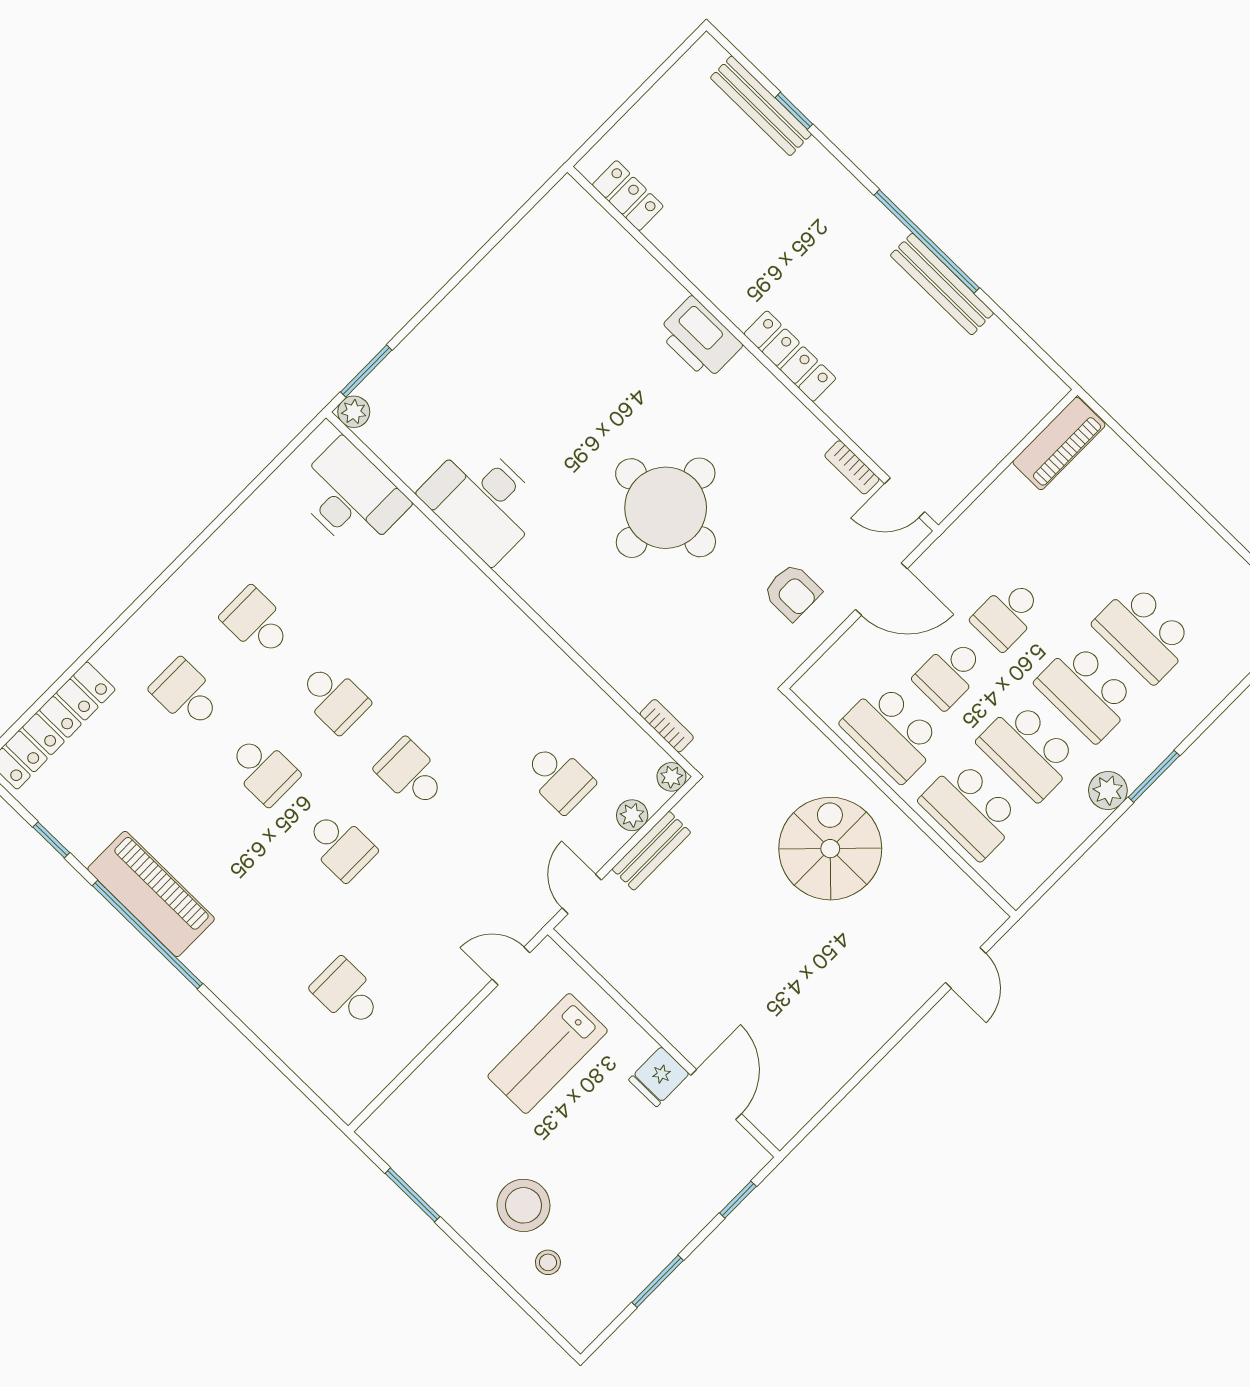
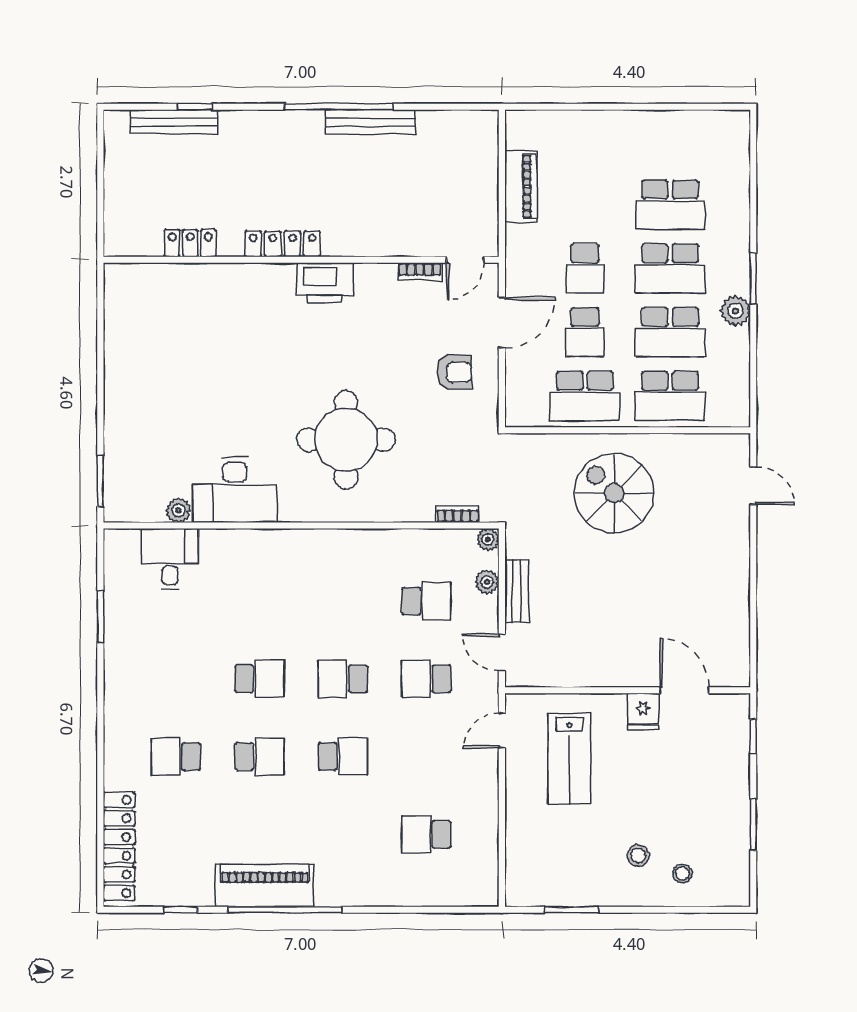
locker: (628, 196) -> (190, 243), moved
printer: (700, 338) -> (325, 283), moved
locker: (790, 356) -> (283, 244), moved
plant: (354, 412) -> (178, 510), moved
piano: (1059, 444) -> (521, 187), moved
window: (244, 496) -> (100, 616), added
desk: (350, 496) -> (170, 559), width x0.73
round table: (666, 508) -> (346, 440), moved
school desk: (257, 622) -> (426, 679), moved
stool: (524, 1205) -> (638, 855), width x0.53, depth x0.53

